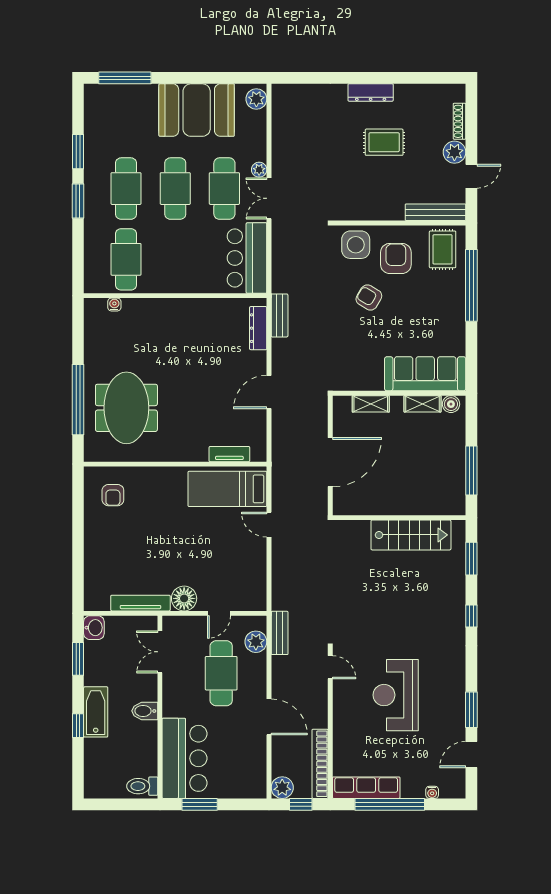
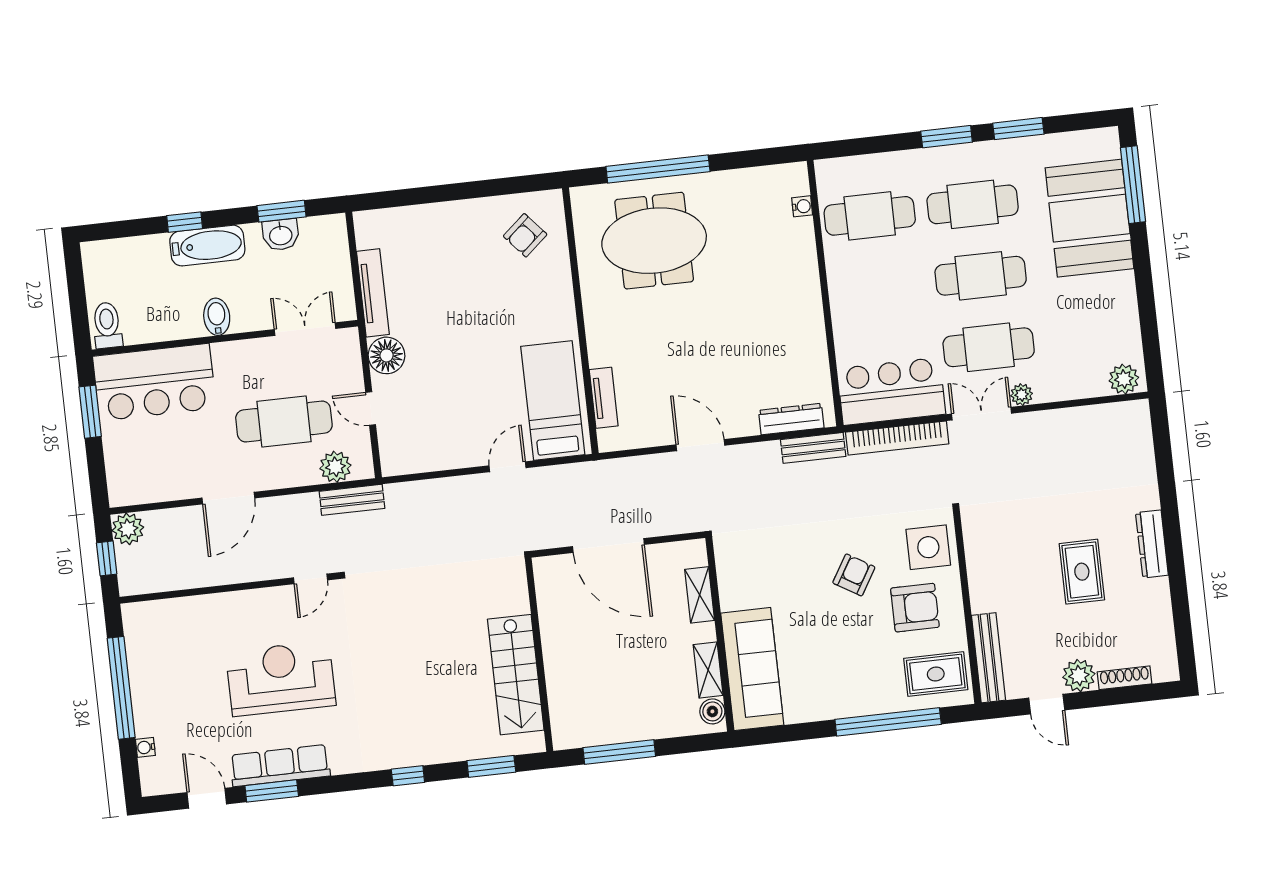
booth: (197, 110) -> (1090, 218), moved
armchair: (113, 495) -> (525, 235), turned -41
washbasin: (94, 628) -> (281, 235), moved
bookcase: (320, 764) -> (897, 438), moved, turned 180
row of seats: (366, 788) -> (280, 766), moved, turned -90

